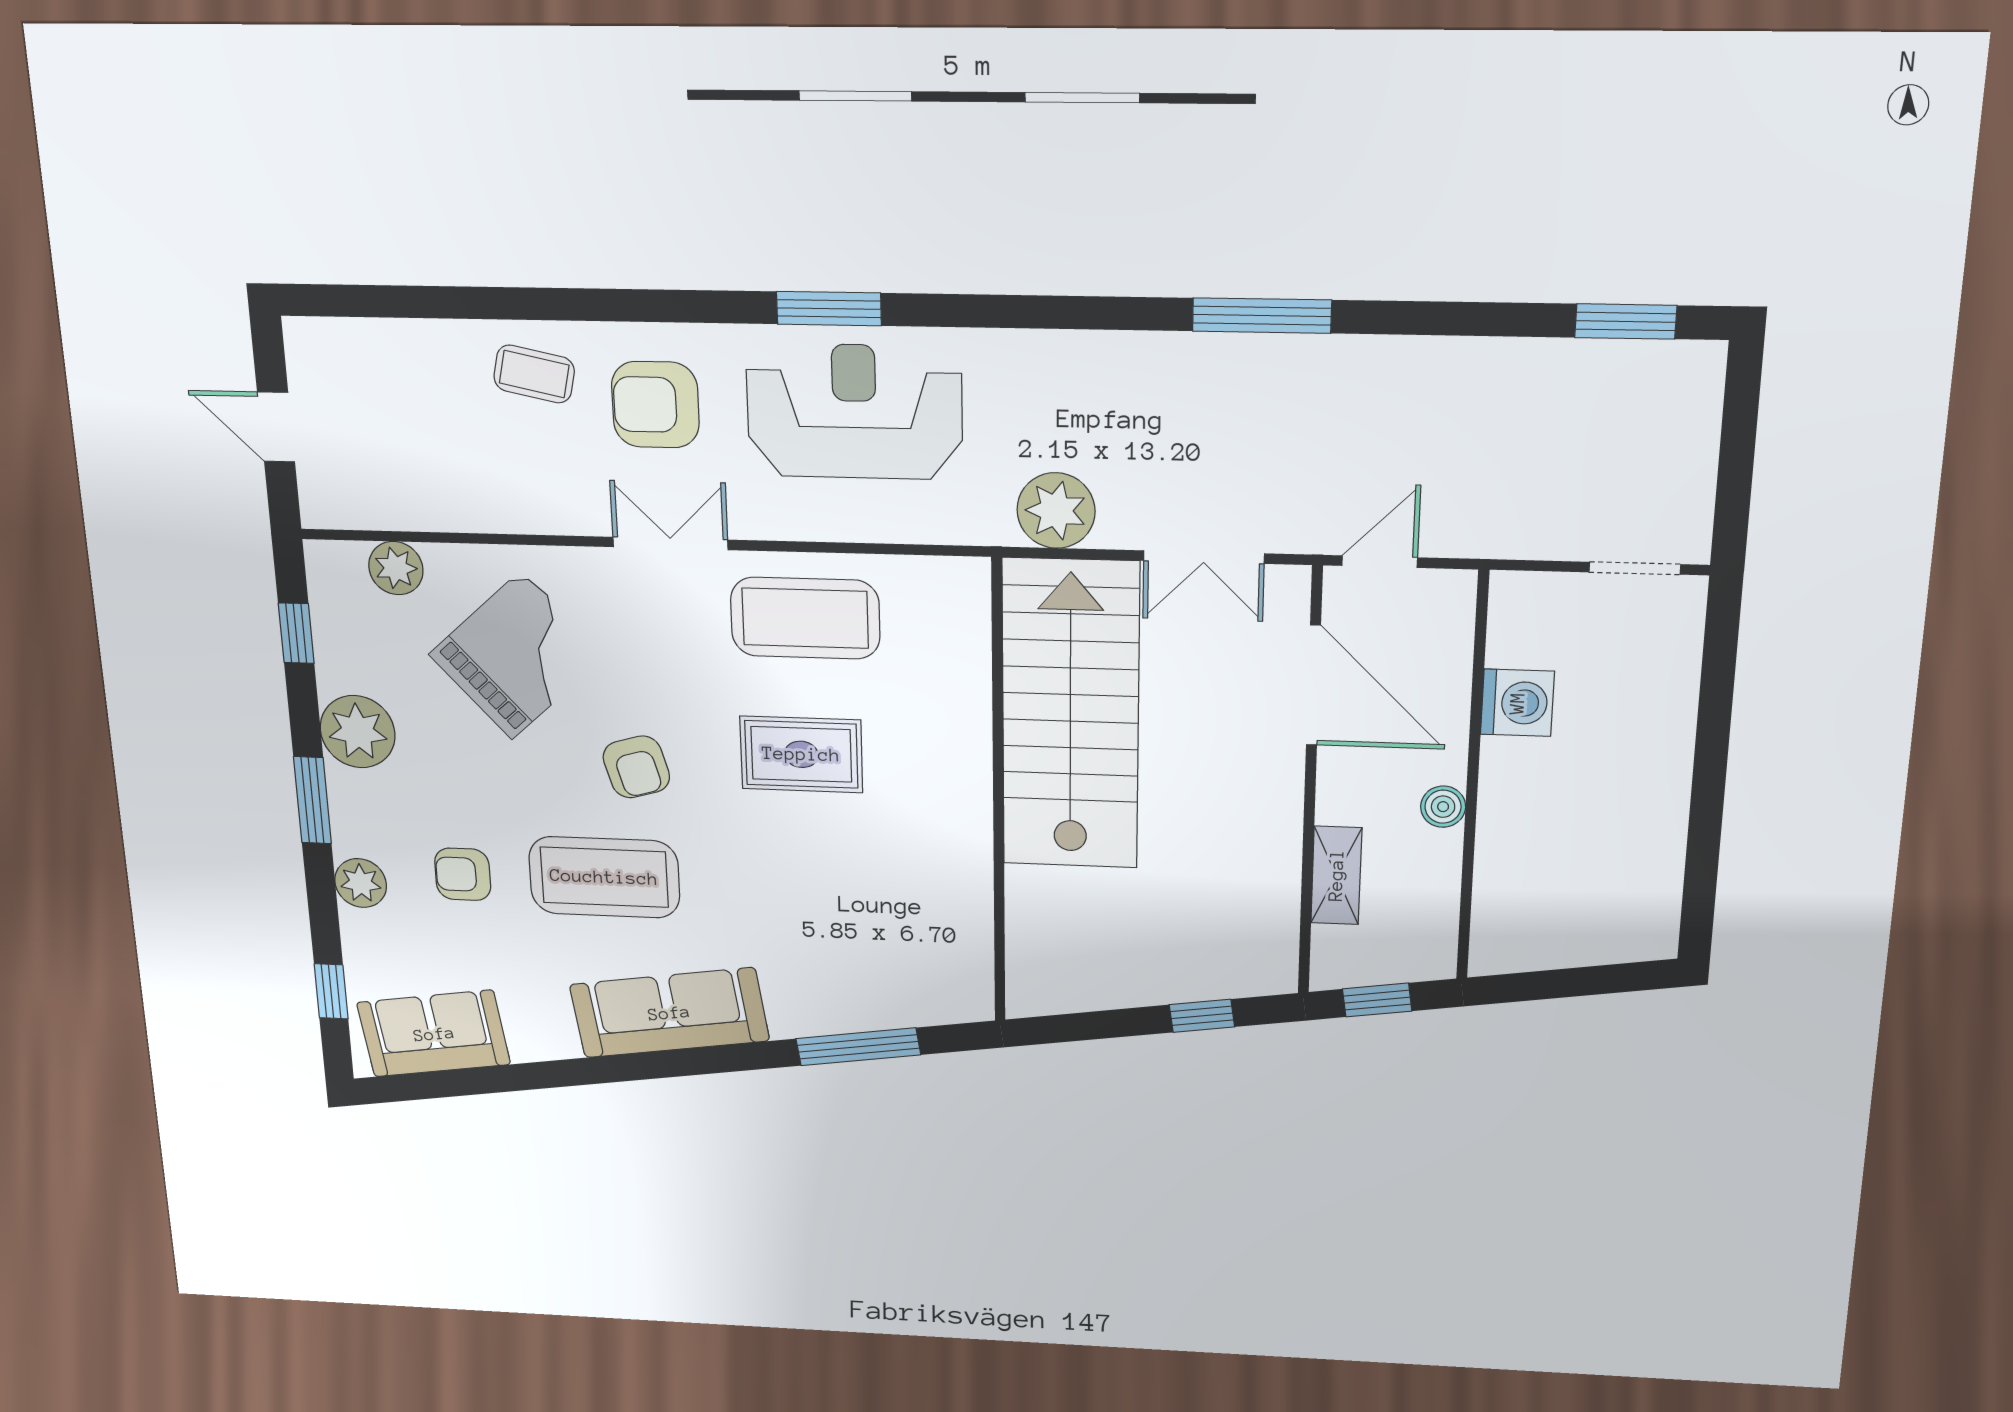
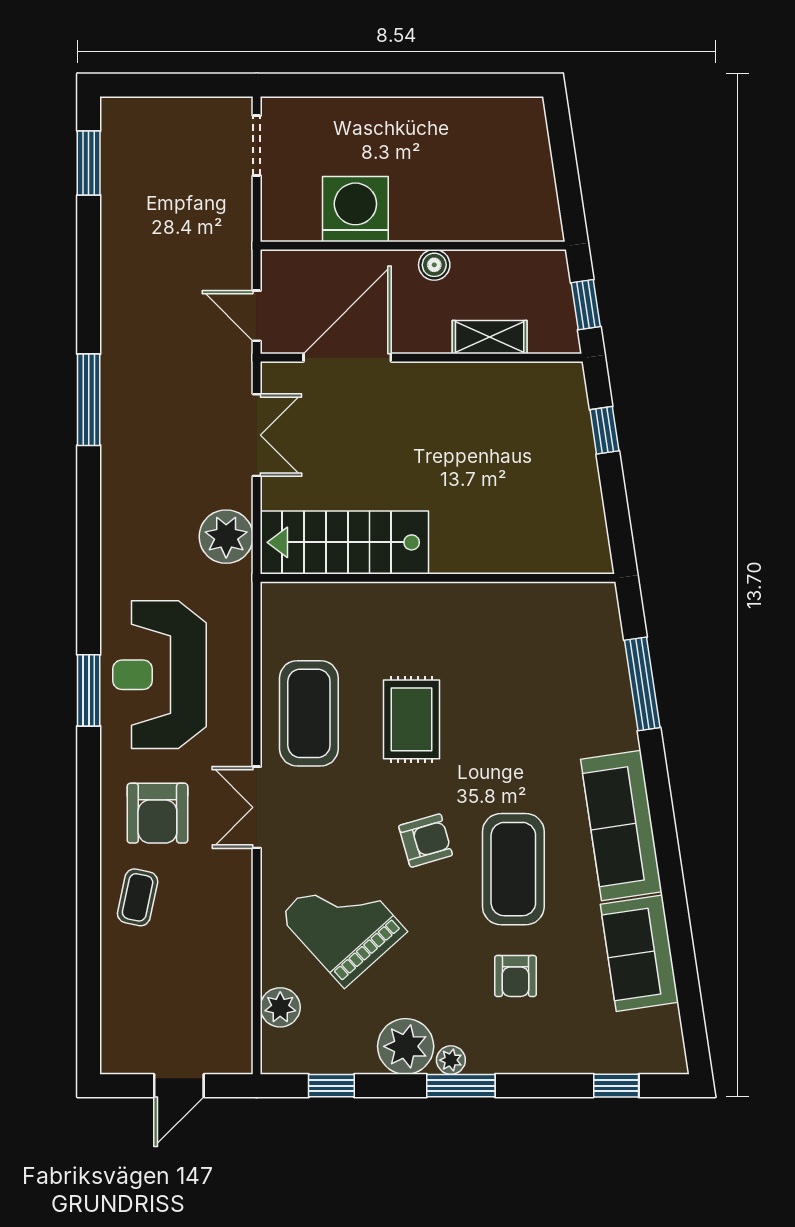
washing machine: (1517, 703) -> (355, 209), width x1.37, depth x1.37
stairs: (1070, 715) -> (344, 542), width x0.73, depth x0.66
plant: (361, 883) -> (451, 1060), moved, width x0.73, depth x0.73
sofa: (434, 1034) -> (639, 953), moved

